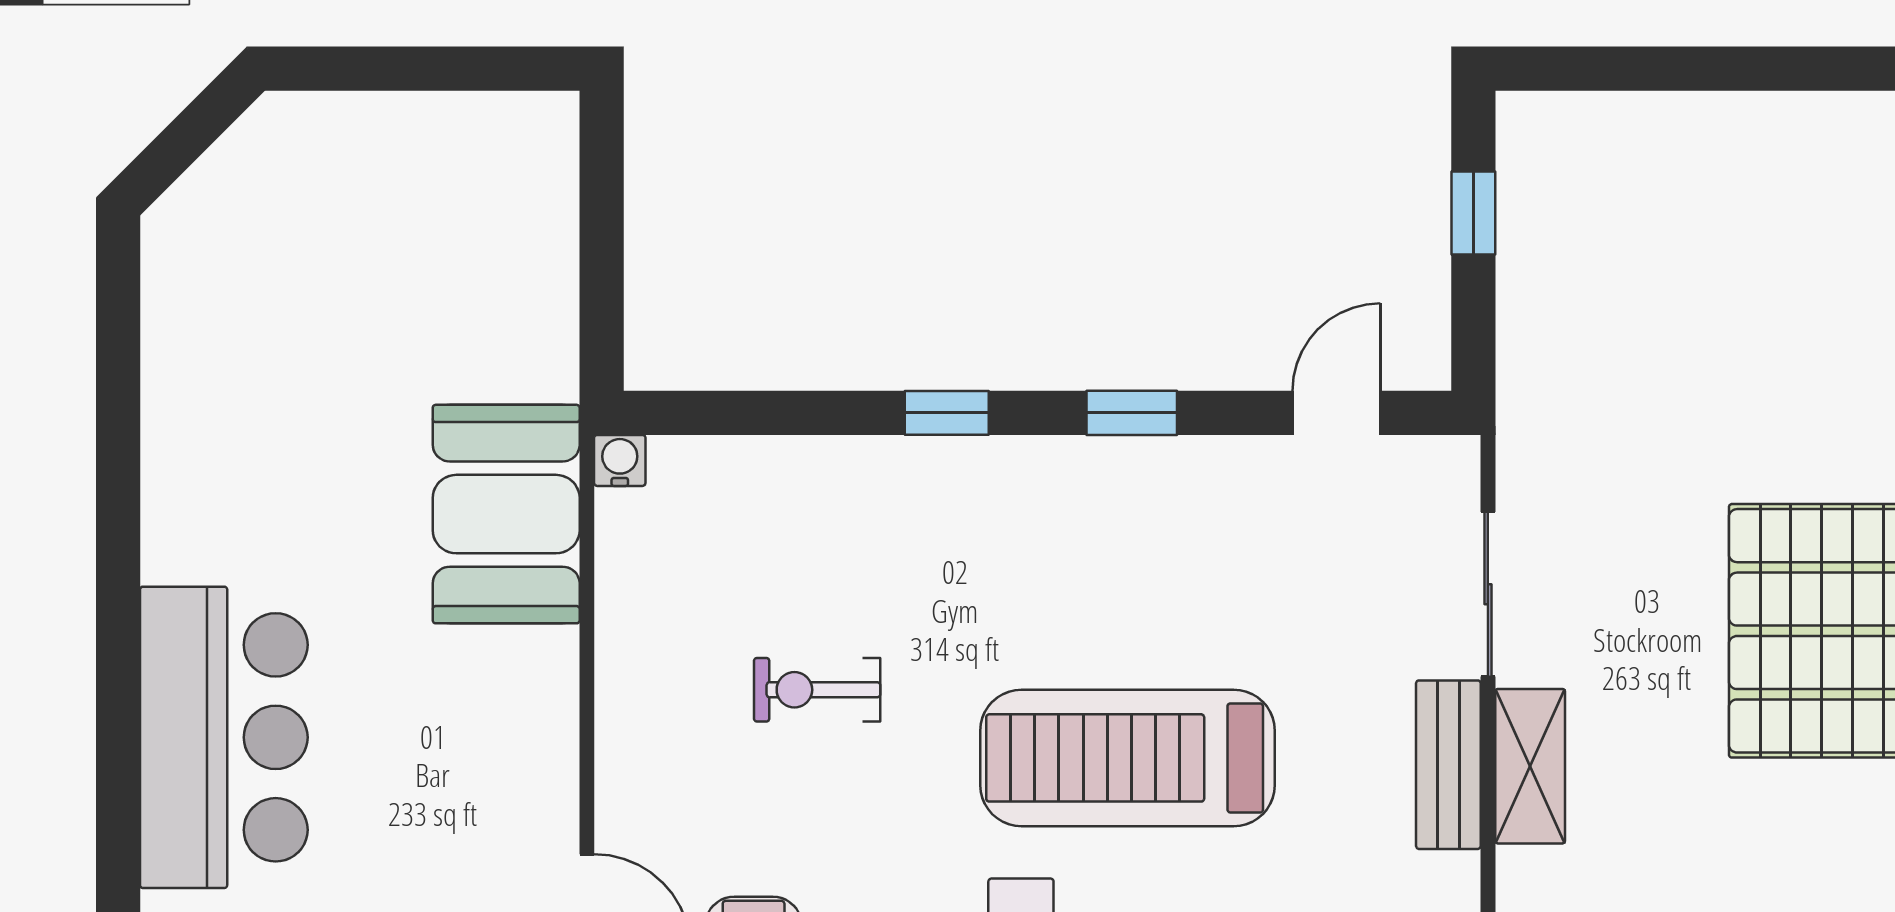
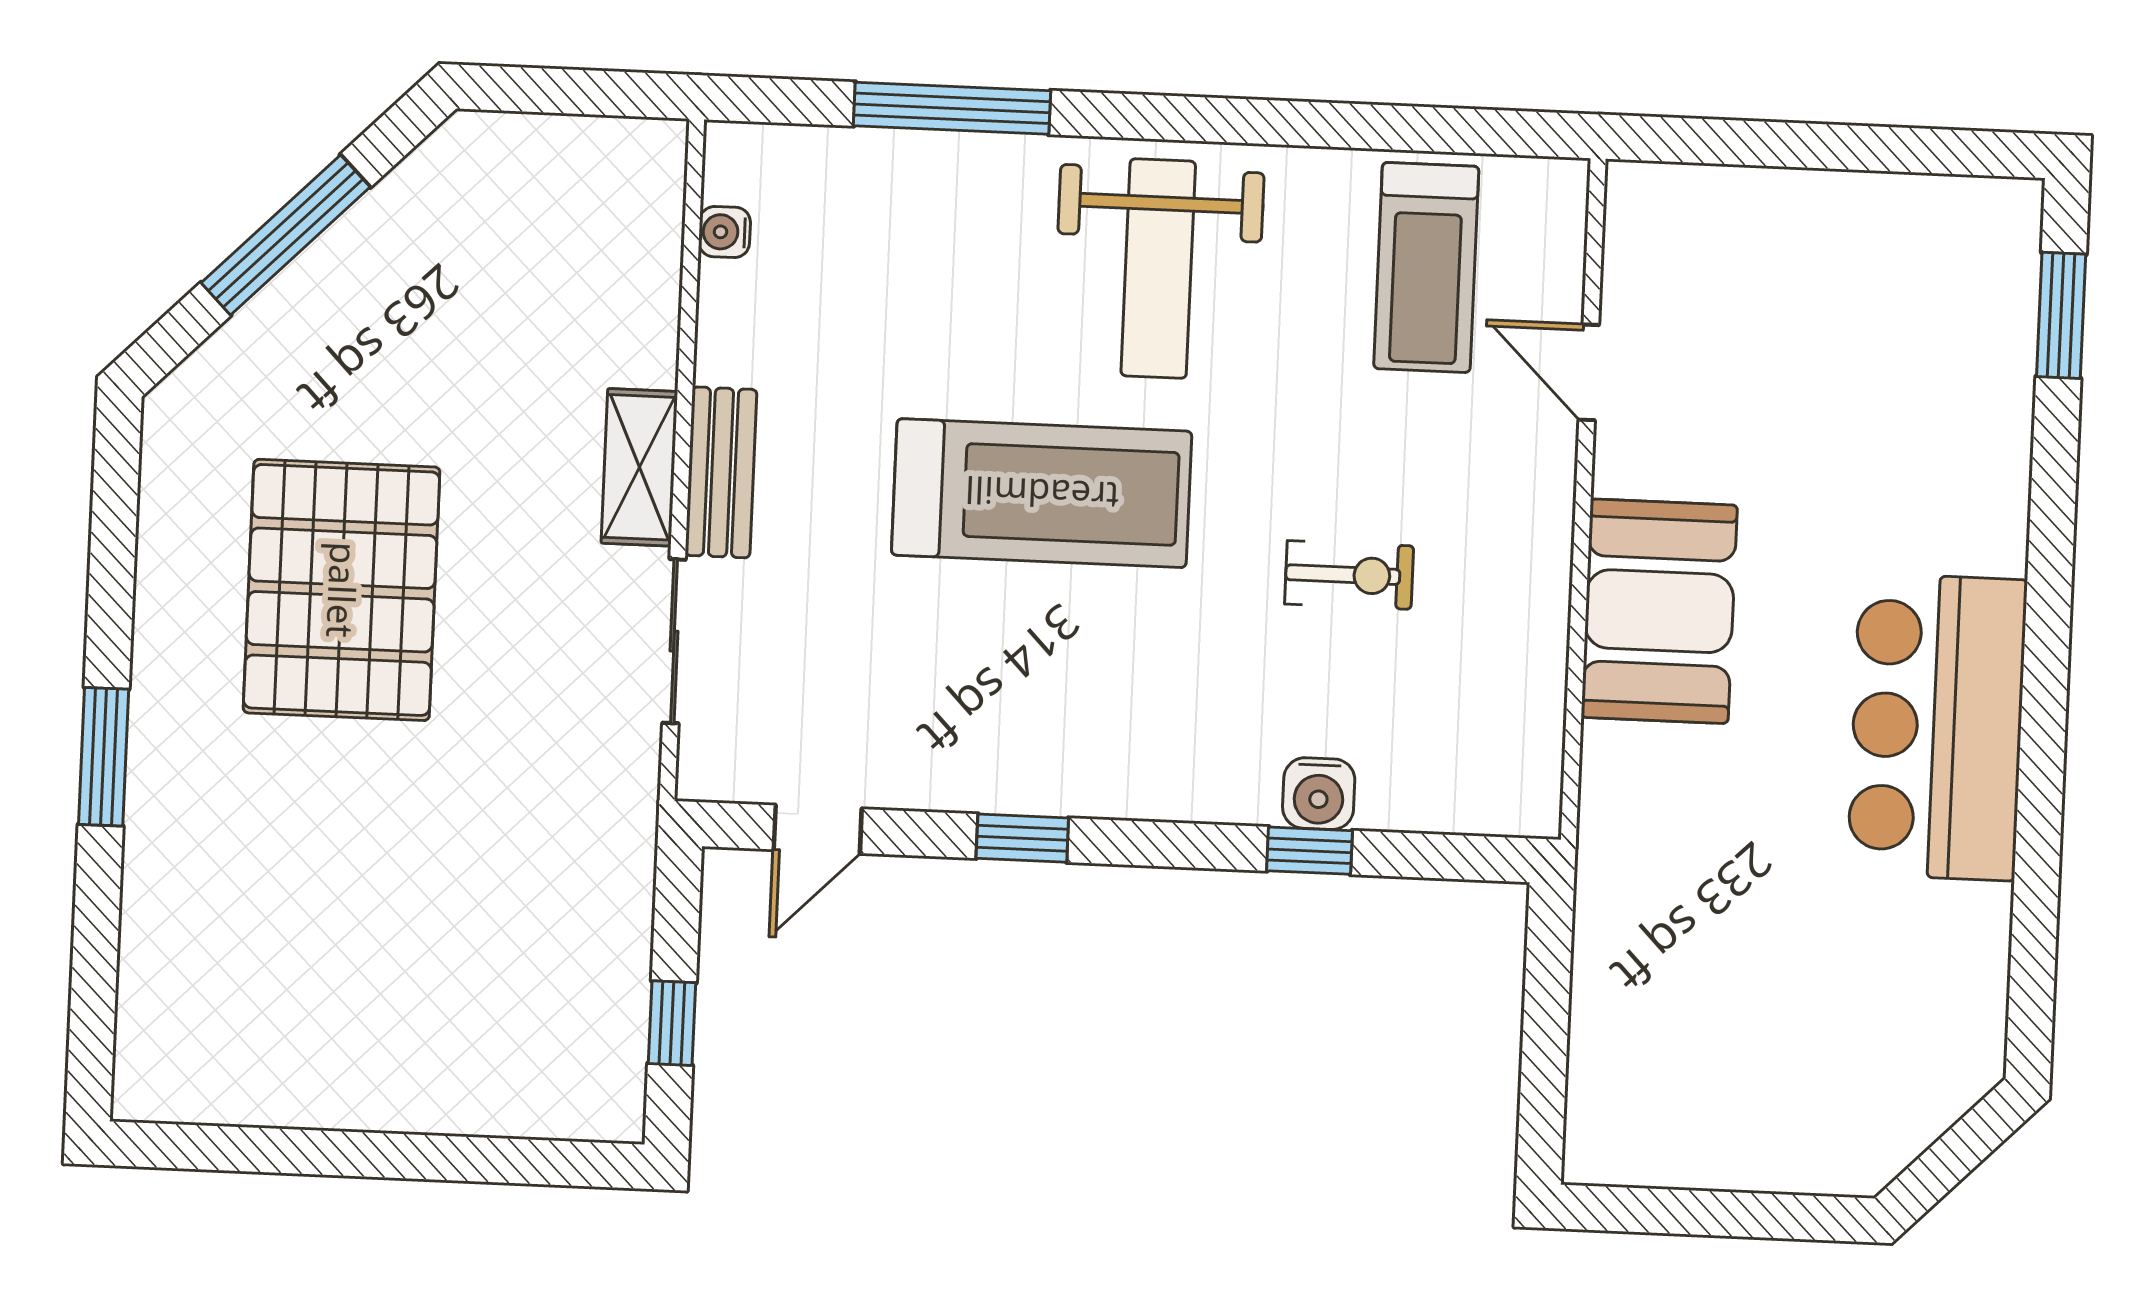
window: (947, 413) -> (1309, 851), moved
water cooler: (620, 460) -> (1319, 794), moved, width x1.38, depth x1.38
booth: (506, 514) -> (1659, 611), moved
bar counter: (224, 737) -> (1937, 727), moved

